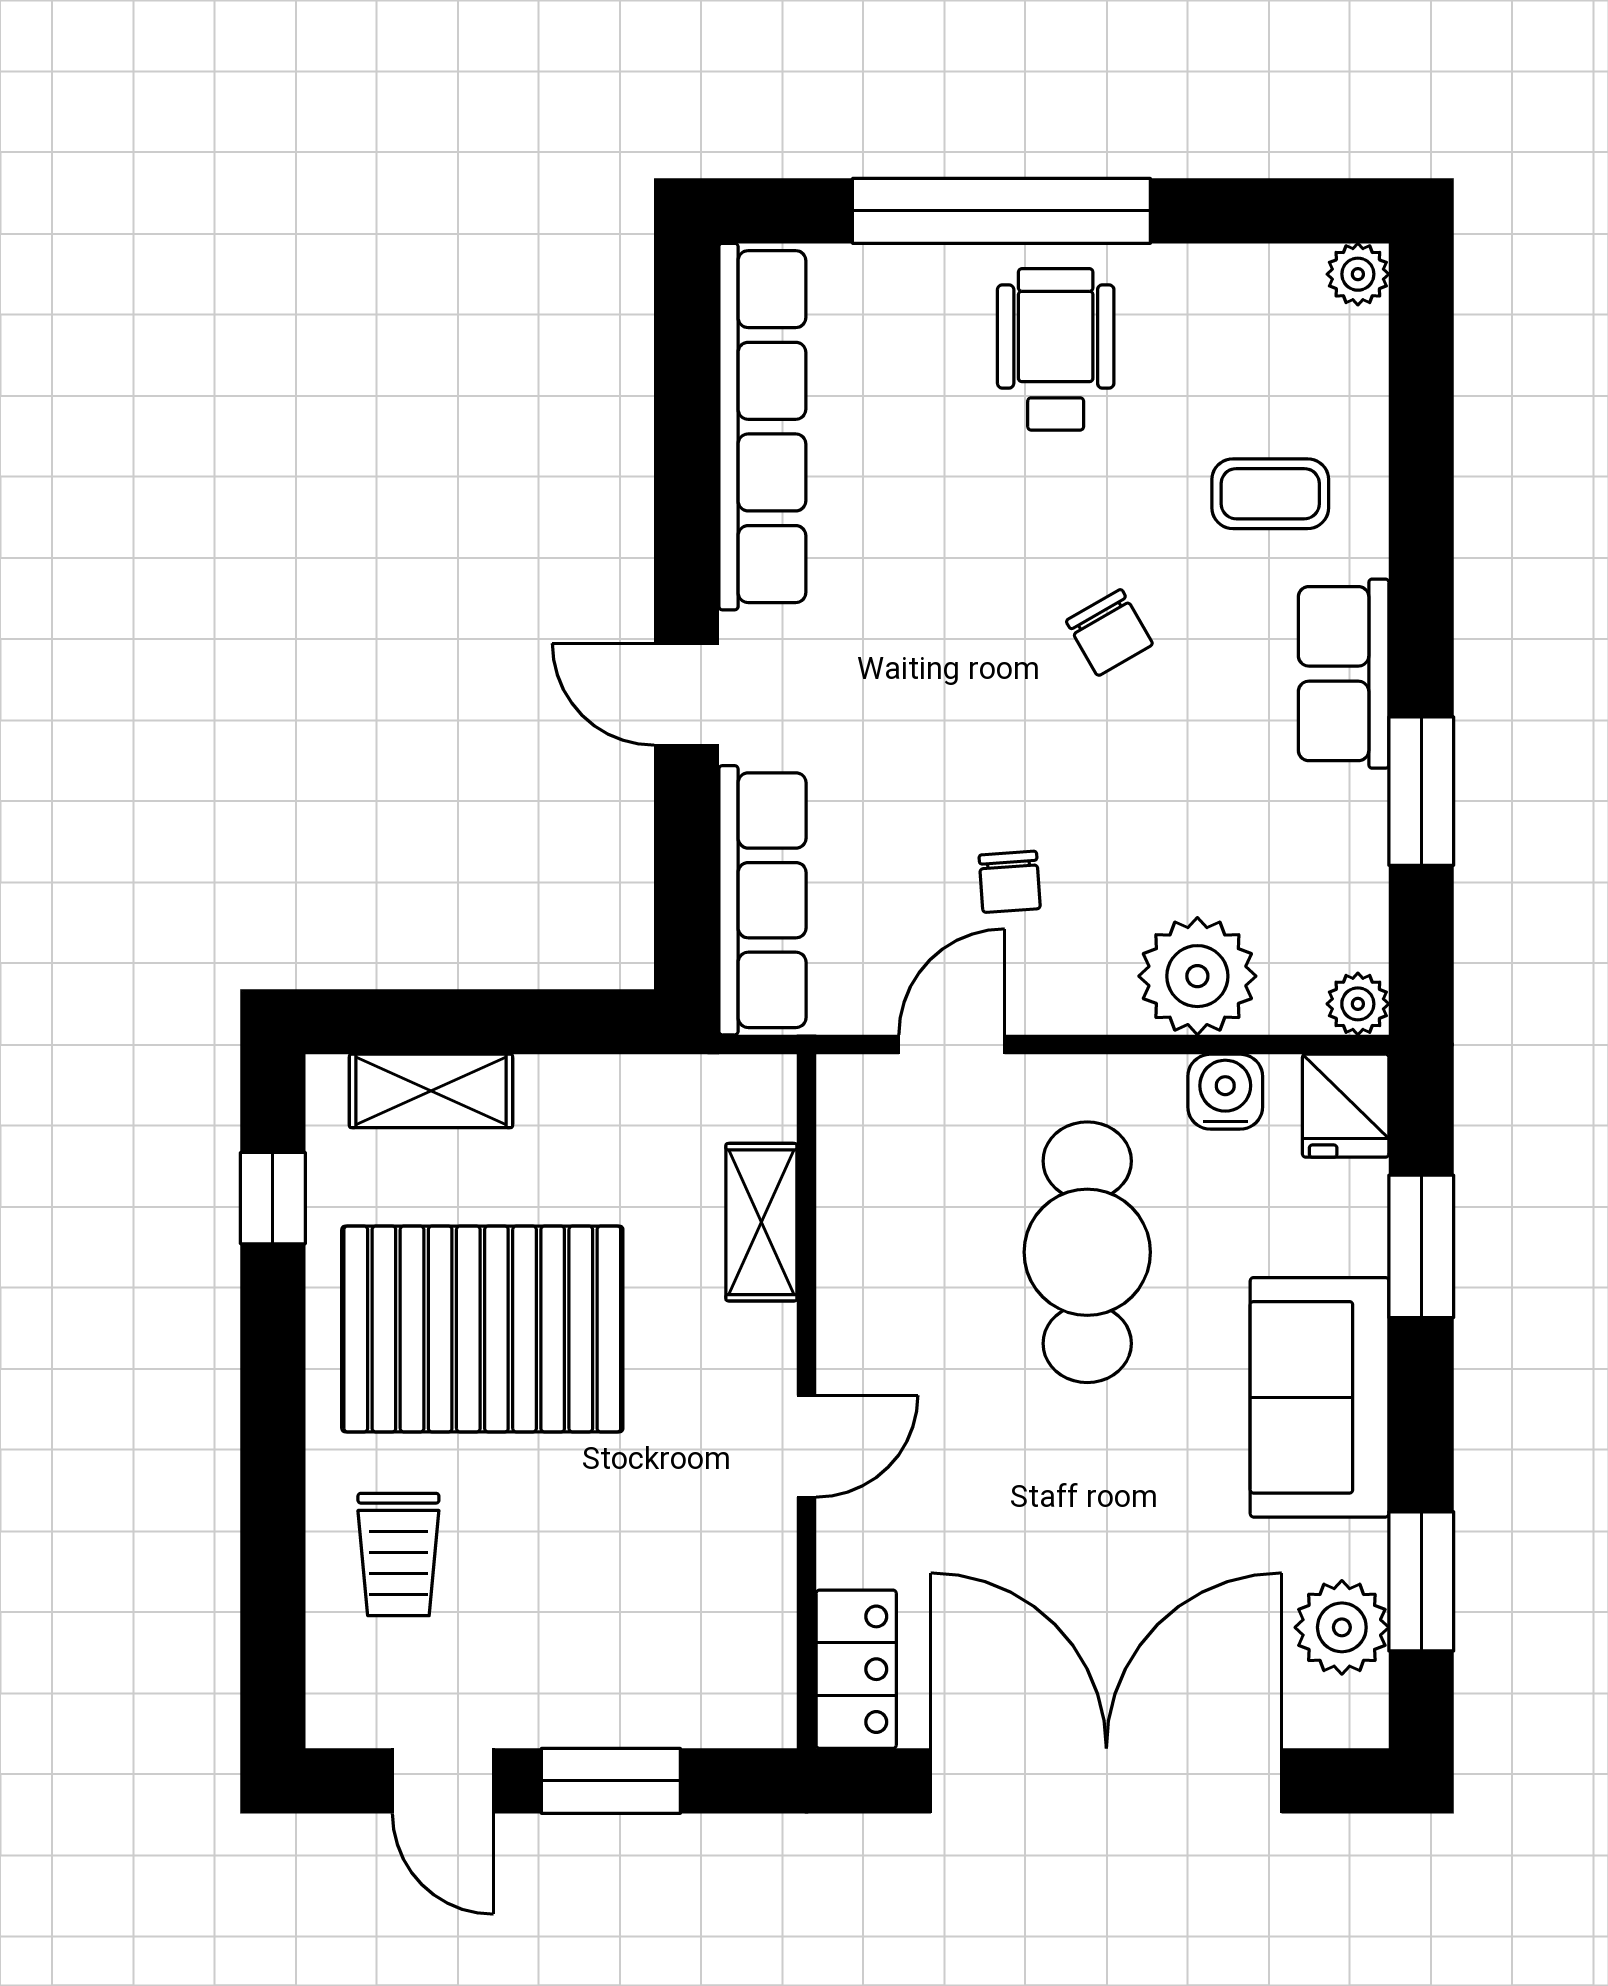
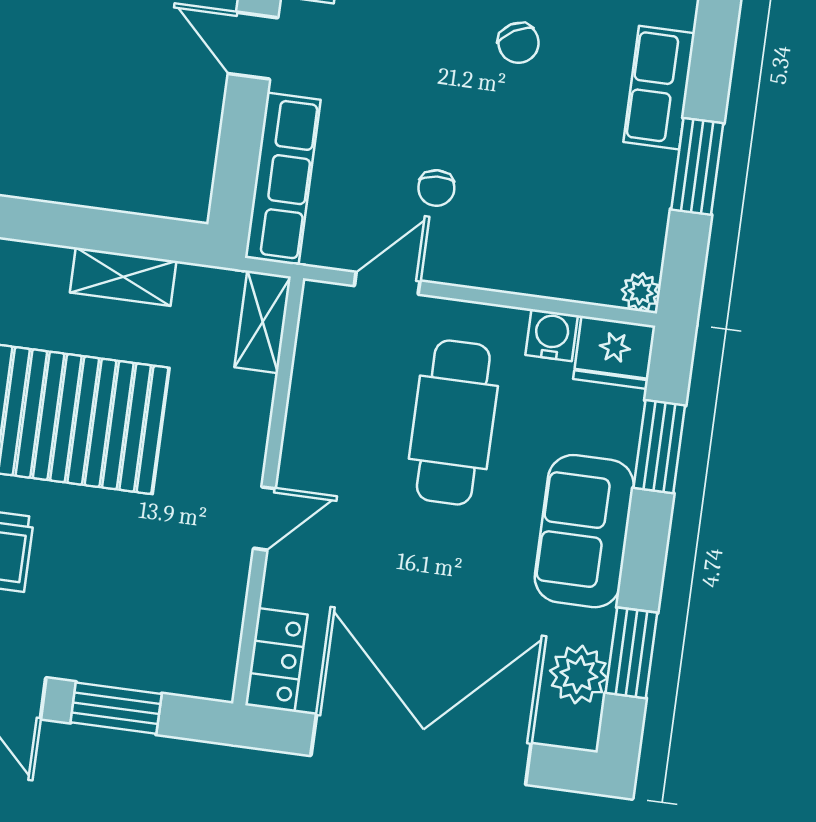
plant: (1197, 976) -> (544, 262), removed
shelving: (431, 1091) -> (123, 277), moved
fridge: (1346, 1106) -> (614, 352), width x1.38
shelving: (761, 1222) -> (263, 322), moved

